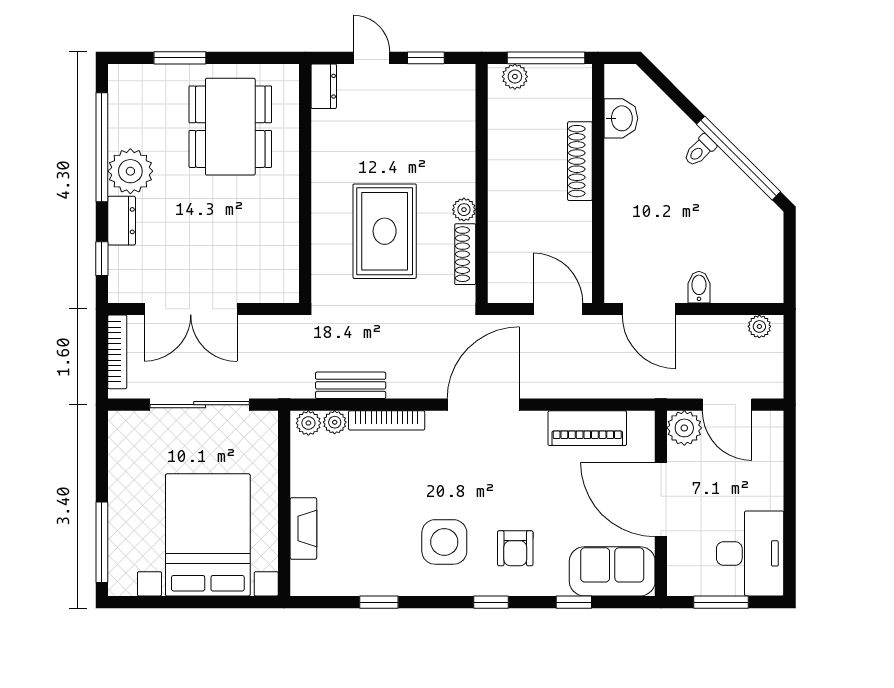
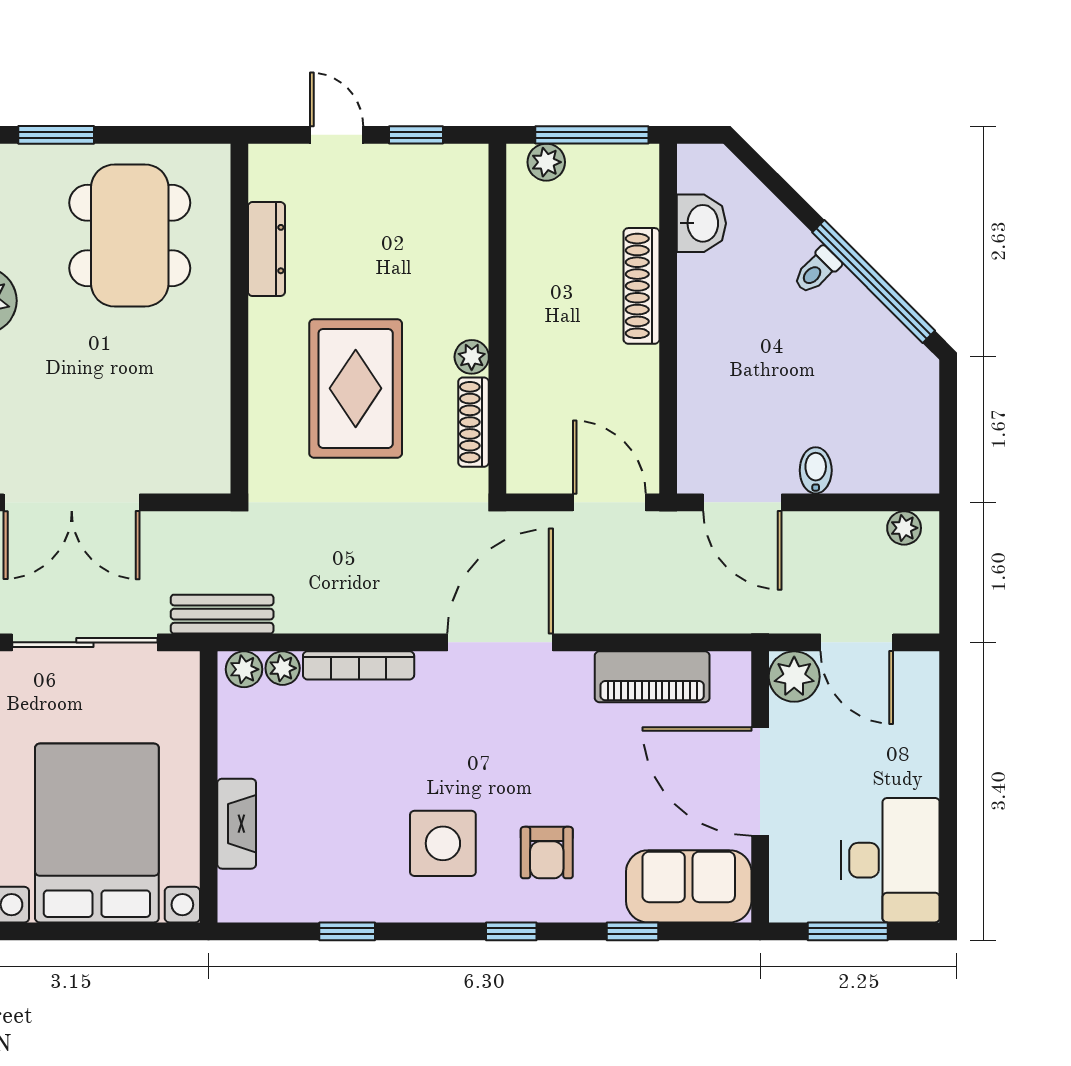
dresser: (324, 86) -> (266, 249), moved, width x1.44
bench: (351, 385) -> (222, 614), moved

